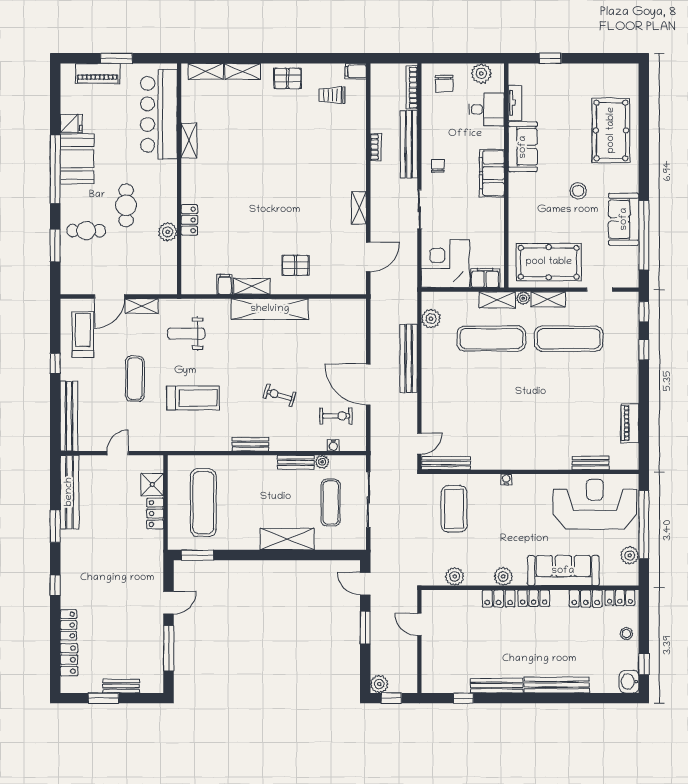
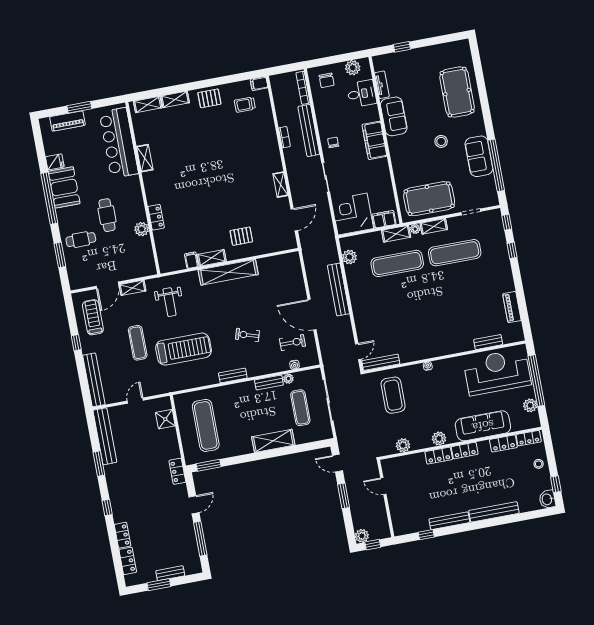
weight bench: (186, 334) -> (170, 302), turned -90
treadmill: (193, 398) -> (184, 349), width x1.37, depth x1.38
locker: (155, 514) -> (177, 471), moved

